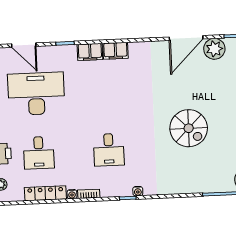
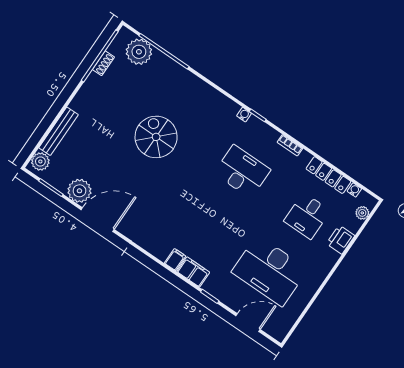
door: (24, 45) -> (248, 323), hinge flipped
filing cabinet: (115, 51) -> (175, 260), width x0.50
desk: (109, 150) -> (242, 171), width x1.37
desk: (39, 153) -> (307, 216), turned 180
water cooler: (72, 194) -> (354, 190), moved

